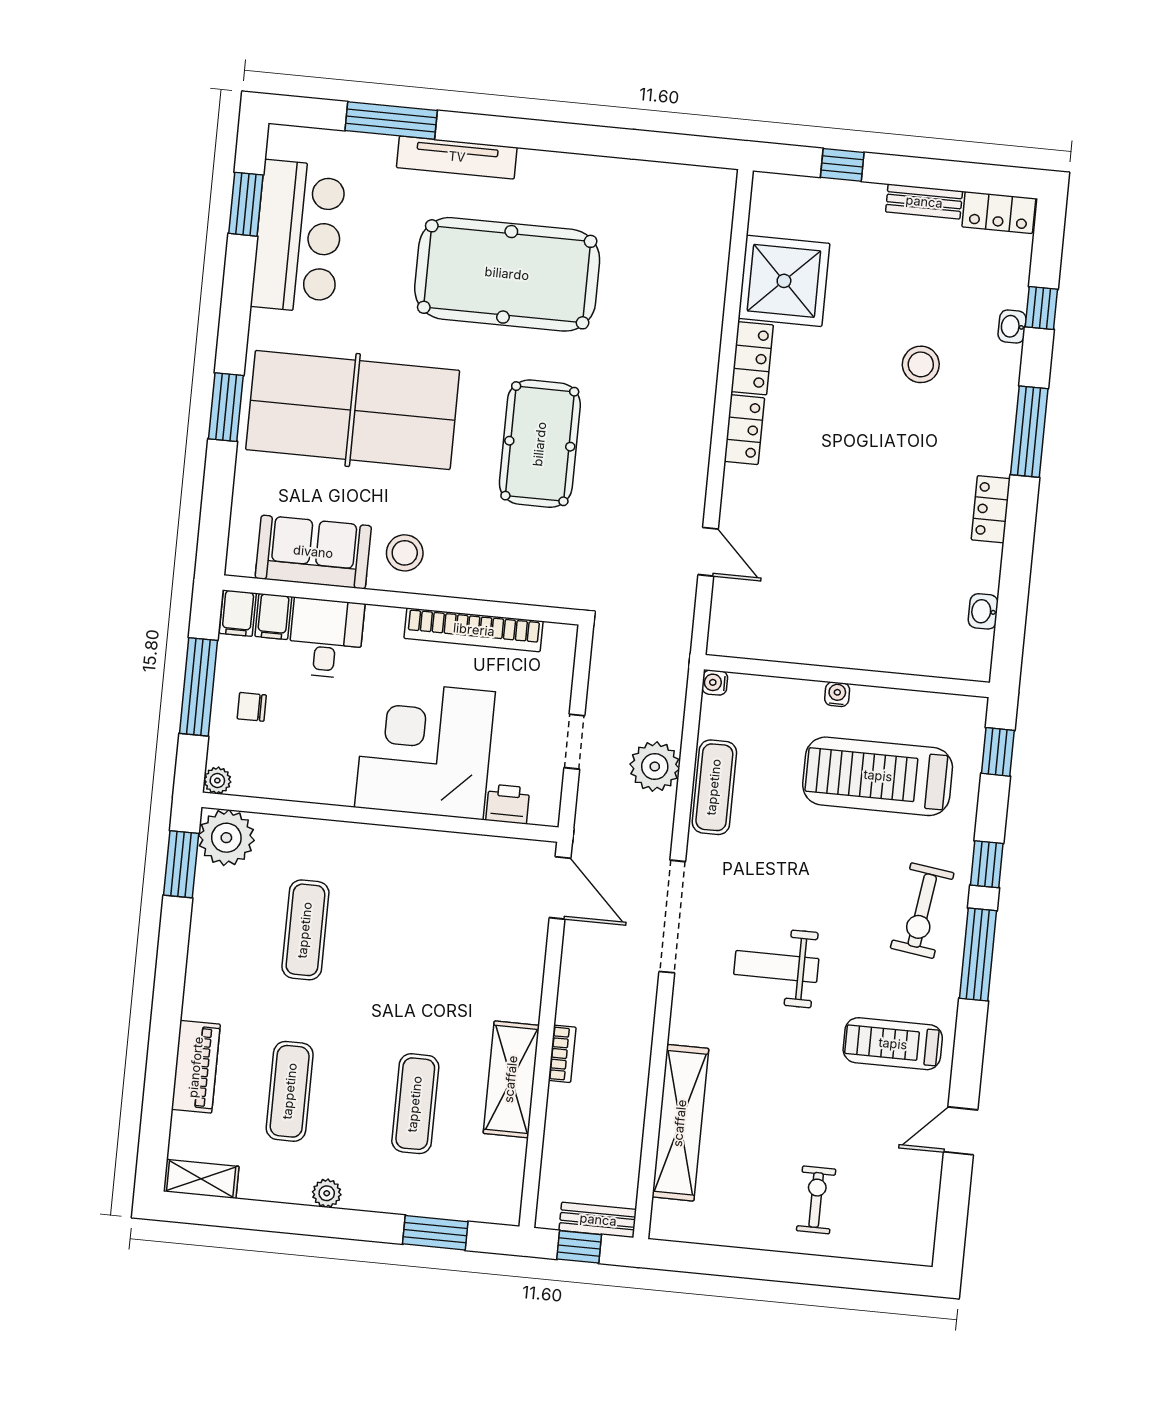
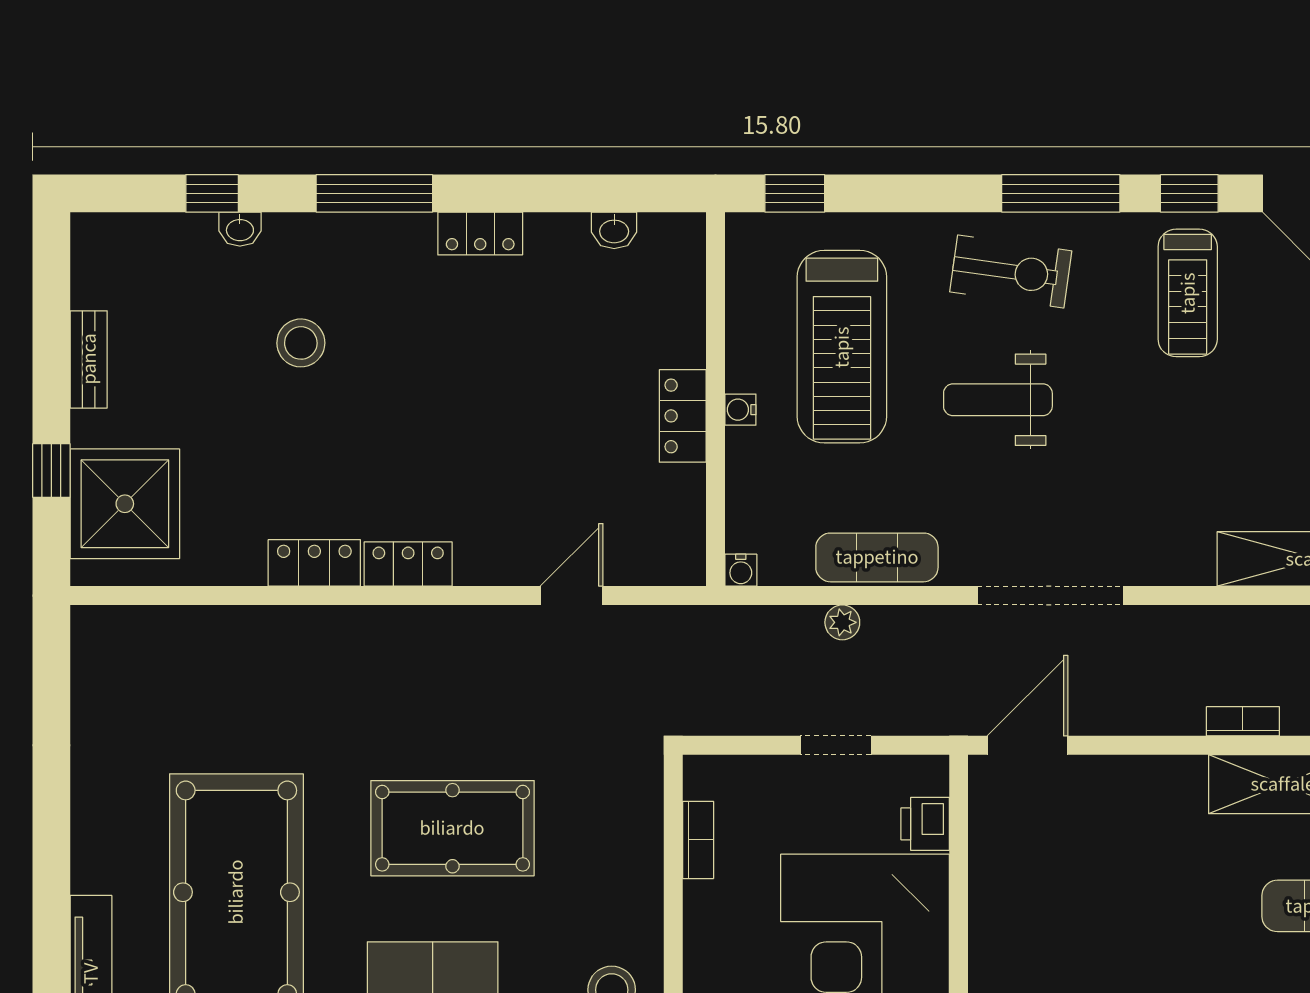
locker: (999, 213) -> (683, 416), moved, turned 180
shower: (784, 281) -> (125, 504), moved
bookcase: (474, 630) -> (698, 840), width x0.43, depth x0.76
plant: (655, 766) -> (842, 622), width x0.53, depth x0.53
window: (987, 864) -> (1189, 193), moved
weight bench: (776, 967) -> (998, 400), moved, turned 90

